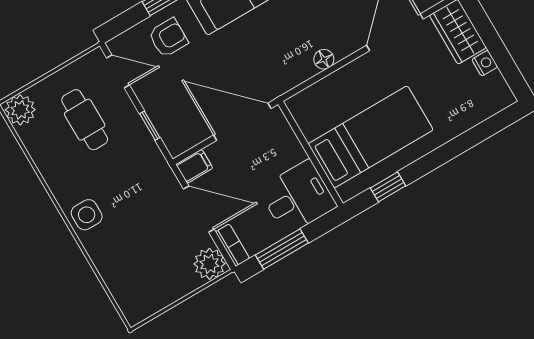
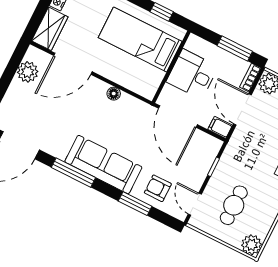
desk: (298, 198) -> (192, 74), moved

